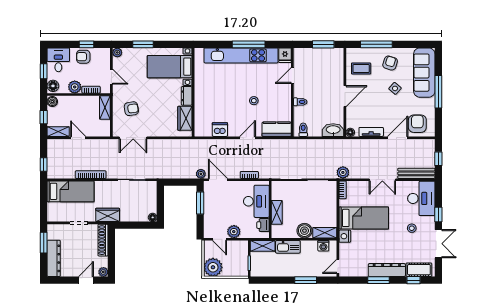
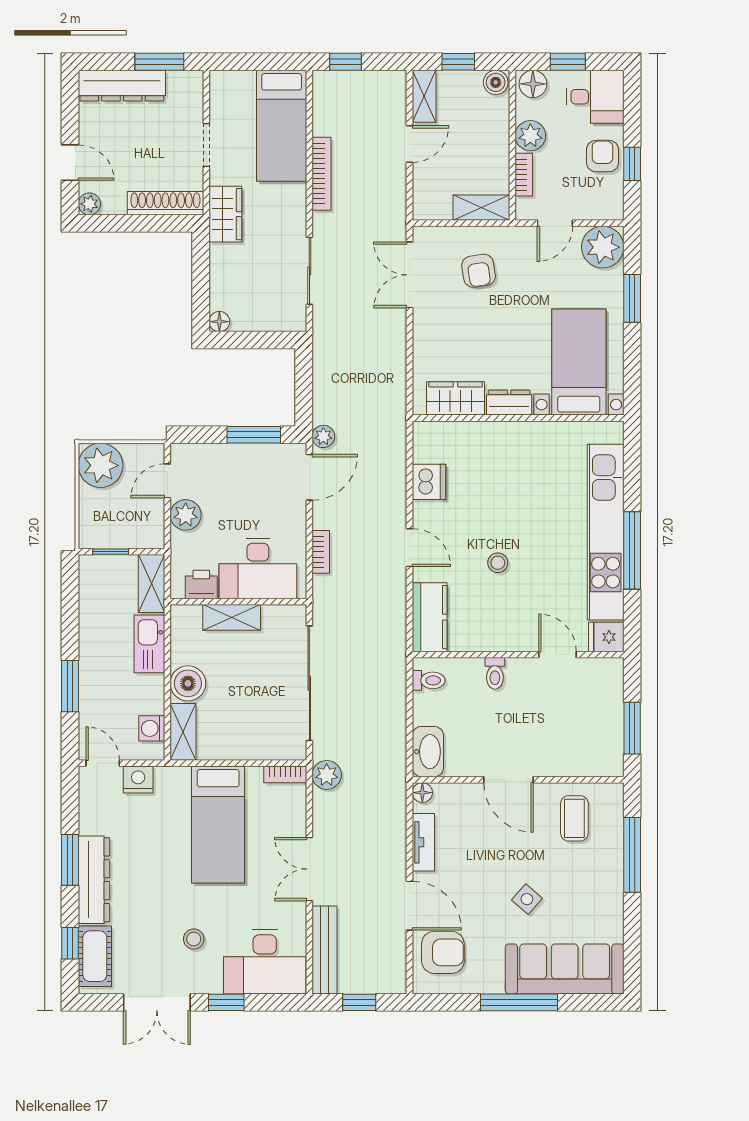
plant: (117, 52) -> (603, 247), width x1.88, depth x1.88
armchair: (390, 63) -> (587, 887), removed
nightstand: (345, 236) -> (138, 780), moved

